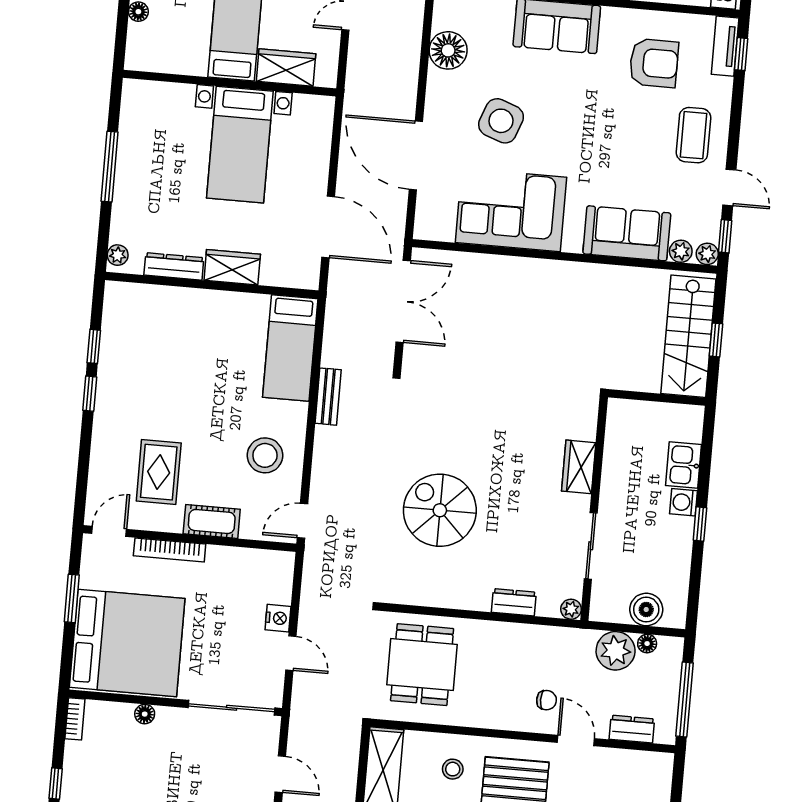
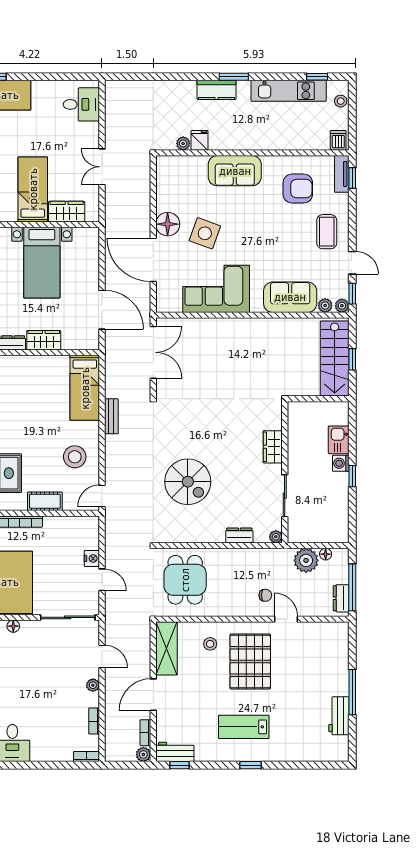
floor lamp: (448, 50) -> (168, 224), moved
spiral stairs: (440, 510) -> (188, 482), turned 180
boiler: (646, 609) -> (323, 533), removed
dresser: (632, 729) -> (341, 598), moved, turned -90

